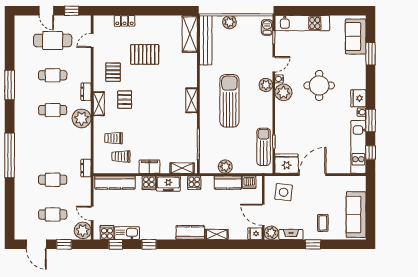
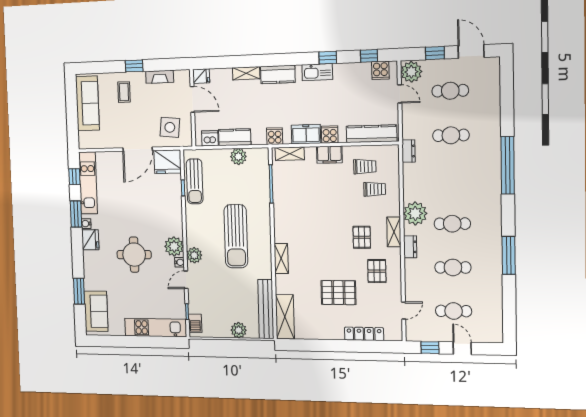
locker: (124, 21) -> (364, 334), width x1.53
cafe table: (53, 40) -> (454, 311), width x0.73, depth x0.74
shelving: (192, 100) -> (281, 258), moved
kitchen sink: (127, 233) -> (317, 72), moved
plant: (271, 233) -> (182, 78), removed

